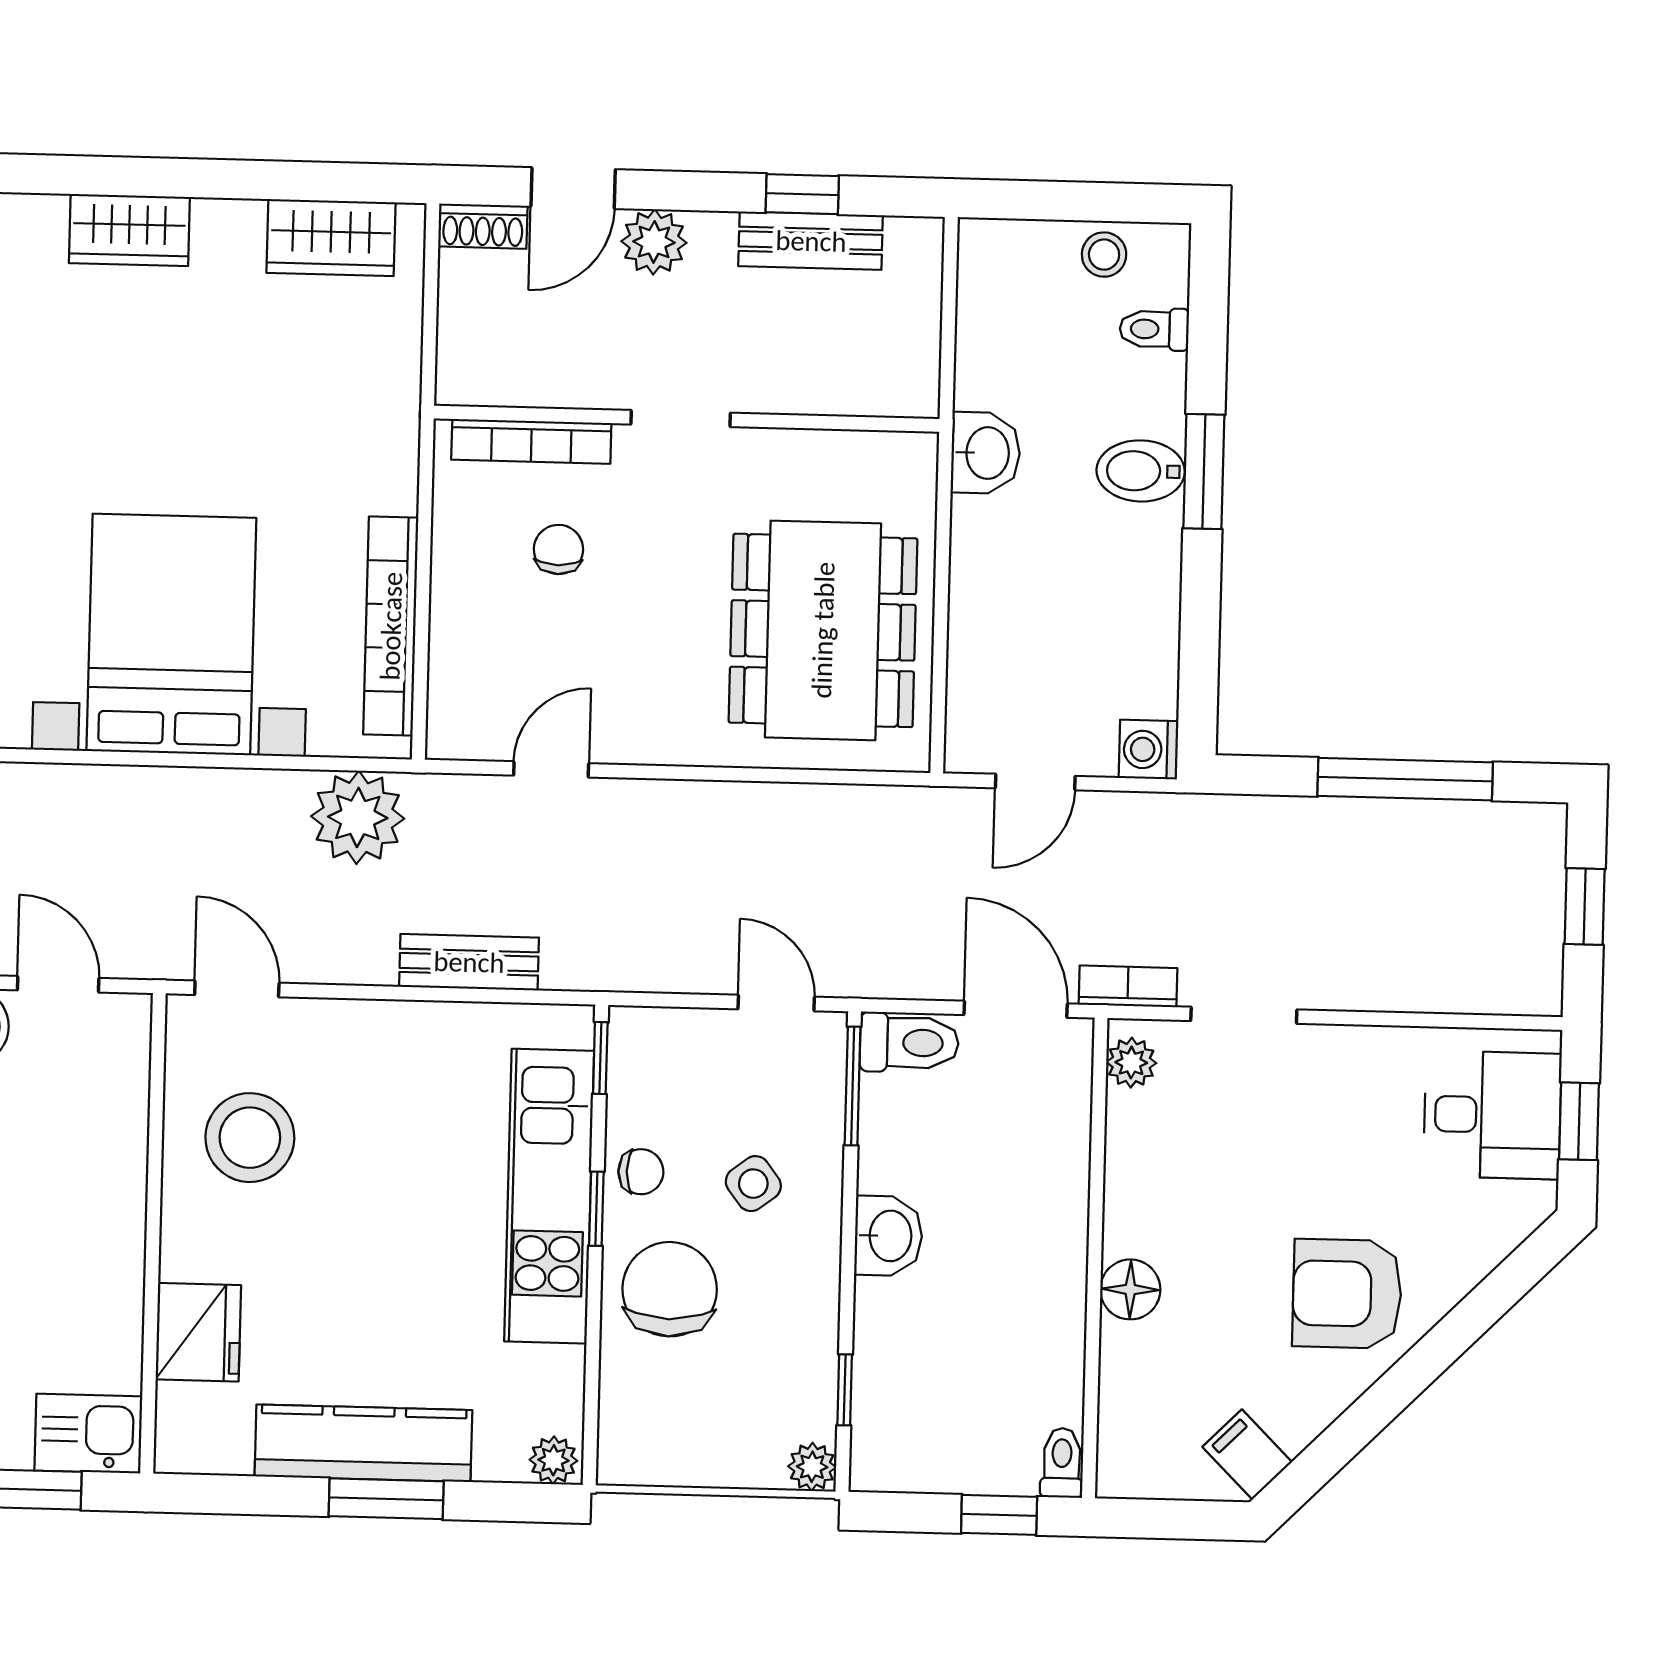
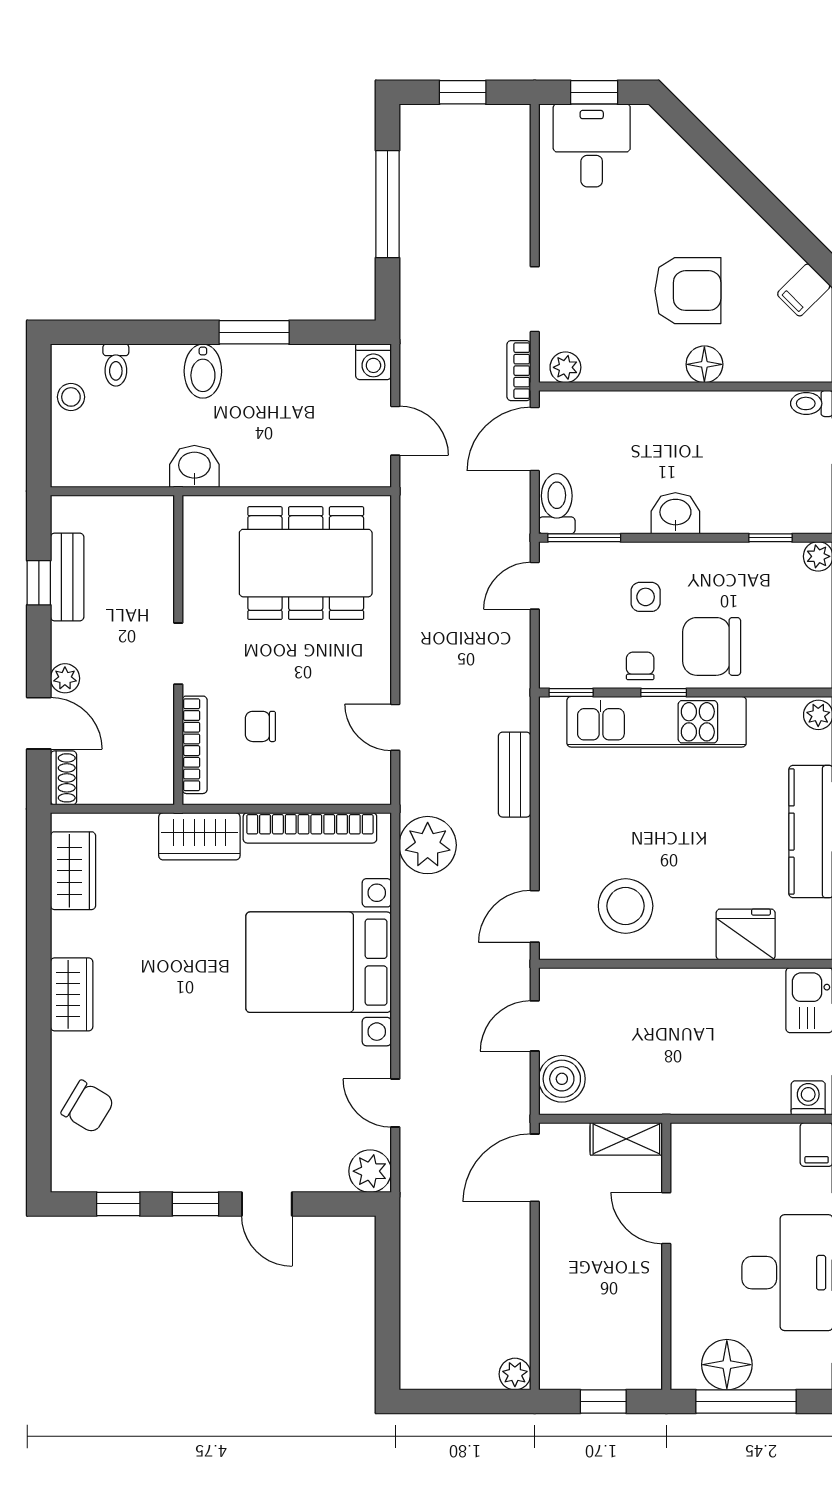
plant: (654, 242) -> (65, 678), width x0.73, depth x0.73
wardrobe: (382, 445) -> (199, 836), added
window: (1204, 472) -> (254, 332), moved
side table: (753, 1184) -> (646, 597), turned 37
armchair: (1347, 1294) -> (688, 291), moved, turned -90

